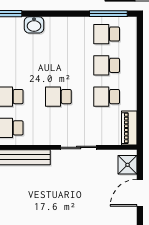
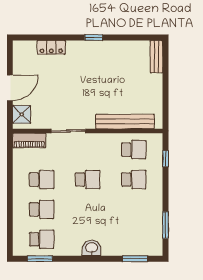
window: (108, 14) -> (40, 259), width x0.69
washbasin: (34, 25) -> (92, 248), moved
piano: (129, 128) -> (29, 140), moved, turned 90

